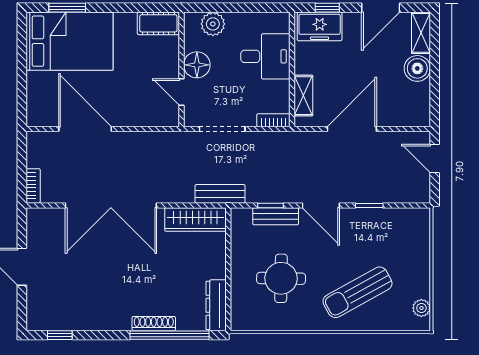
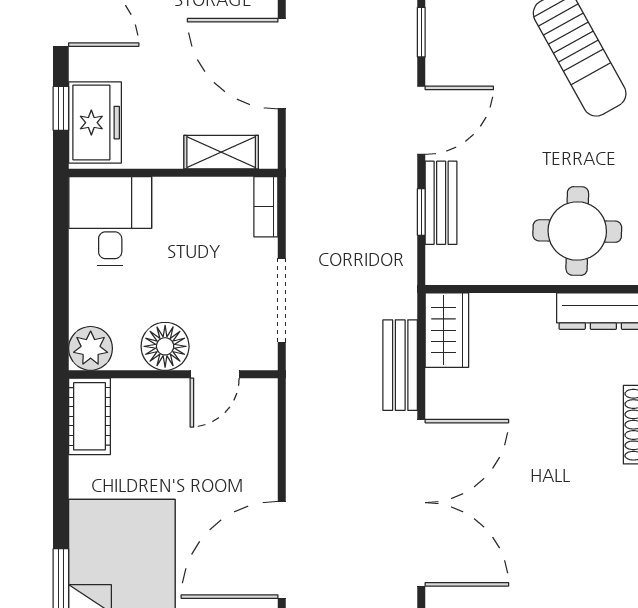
plant: (213, 24) -> (91, 348), moved
desk: (265, 56) -> (110, 221), moved
bench: (220, 194) -> (400, 365), moved
wardrobe: (195, 219) -> (447, 330), width x0.67
round table: (281, 278) -> (577, 231), moved

